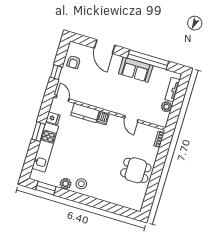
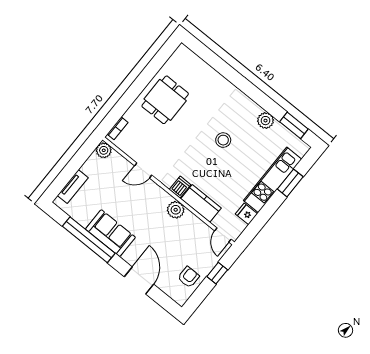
plant: (100, 102) -> (176, 210), added
plant: (166, 107) -> (104, 150), moved
door: (131, 119) -> (143, 170), swing flipped
window: (38, 132) -> (290, 183), moved
dining table: (136, 170) -> (165, 100), turned 90
stool: (81, 184) -> (223, 140), moved

